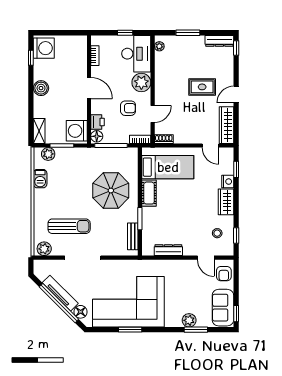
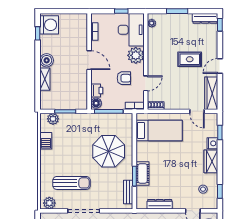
shelving: (39, 131) -> (45, 79), moved
washing machine: (77, 131) -> (78, 98), removed
cot: (149, 193) -> (143, 173), moved

